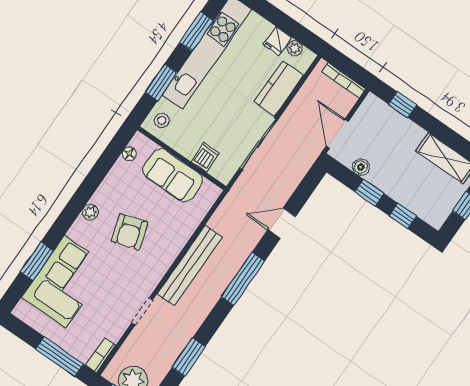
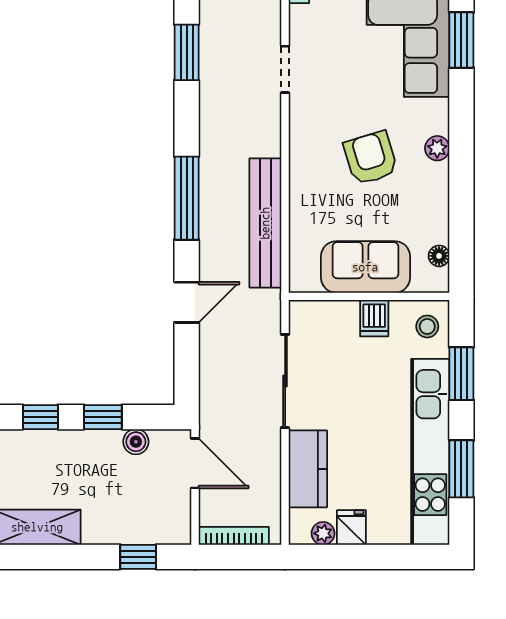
dishwasher: (205, 157) -> (374, 318), moved
bench: (190, 266) -> (265, 223), moved

